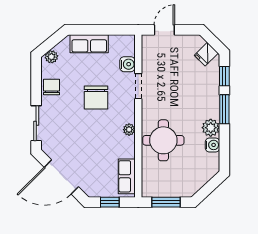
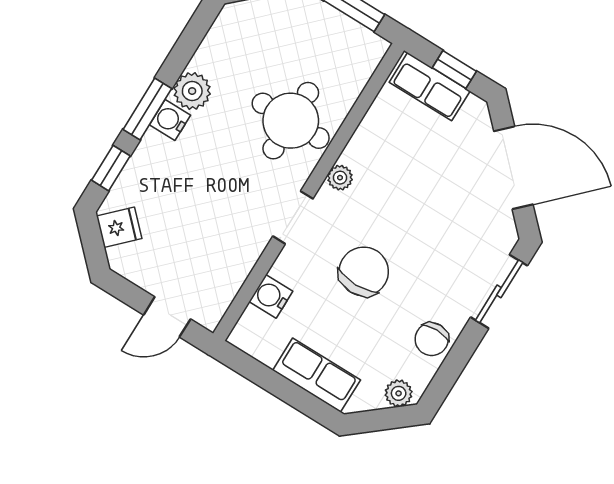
doorway: (138, 86) -> (293, 217), moved
water cooler: (212, 145) -> (170, 120), moved
row of seats: (127, 176) -> (430, 87), moved, turned 90

